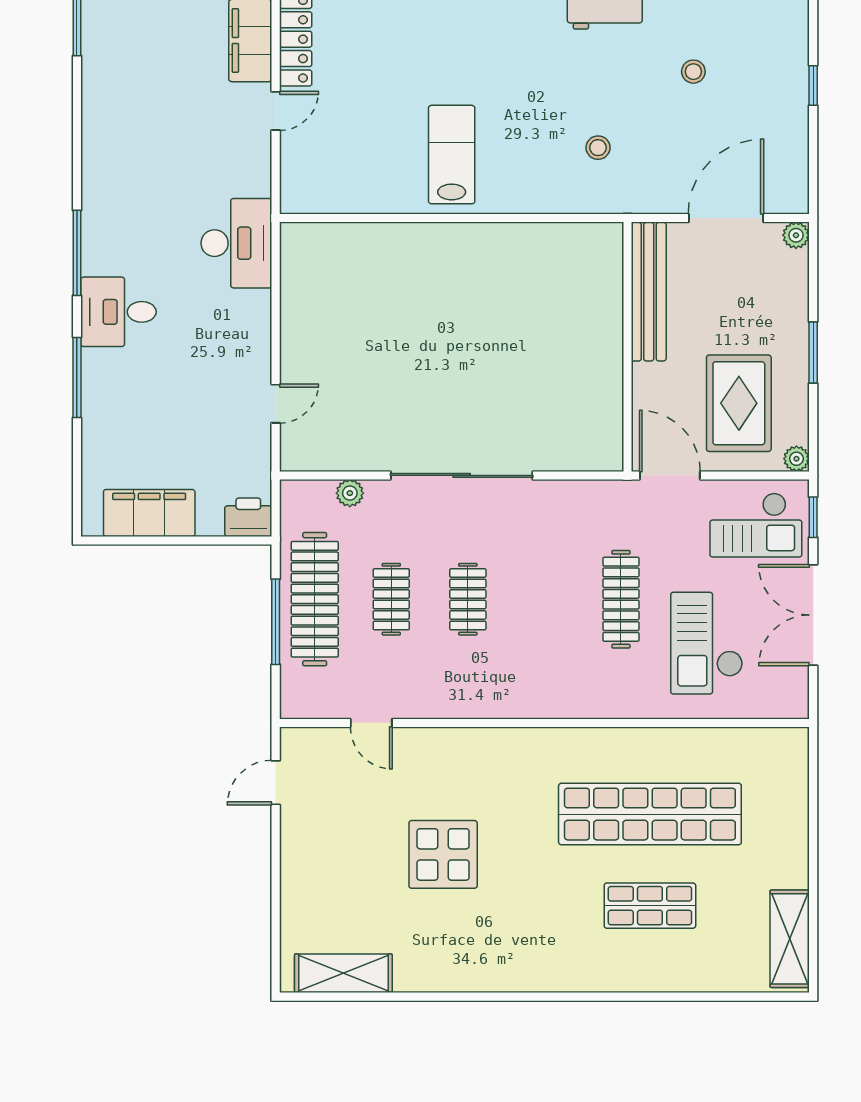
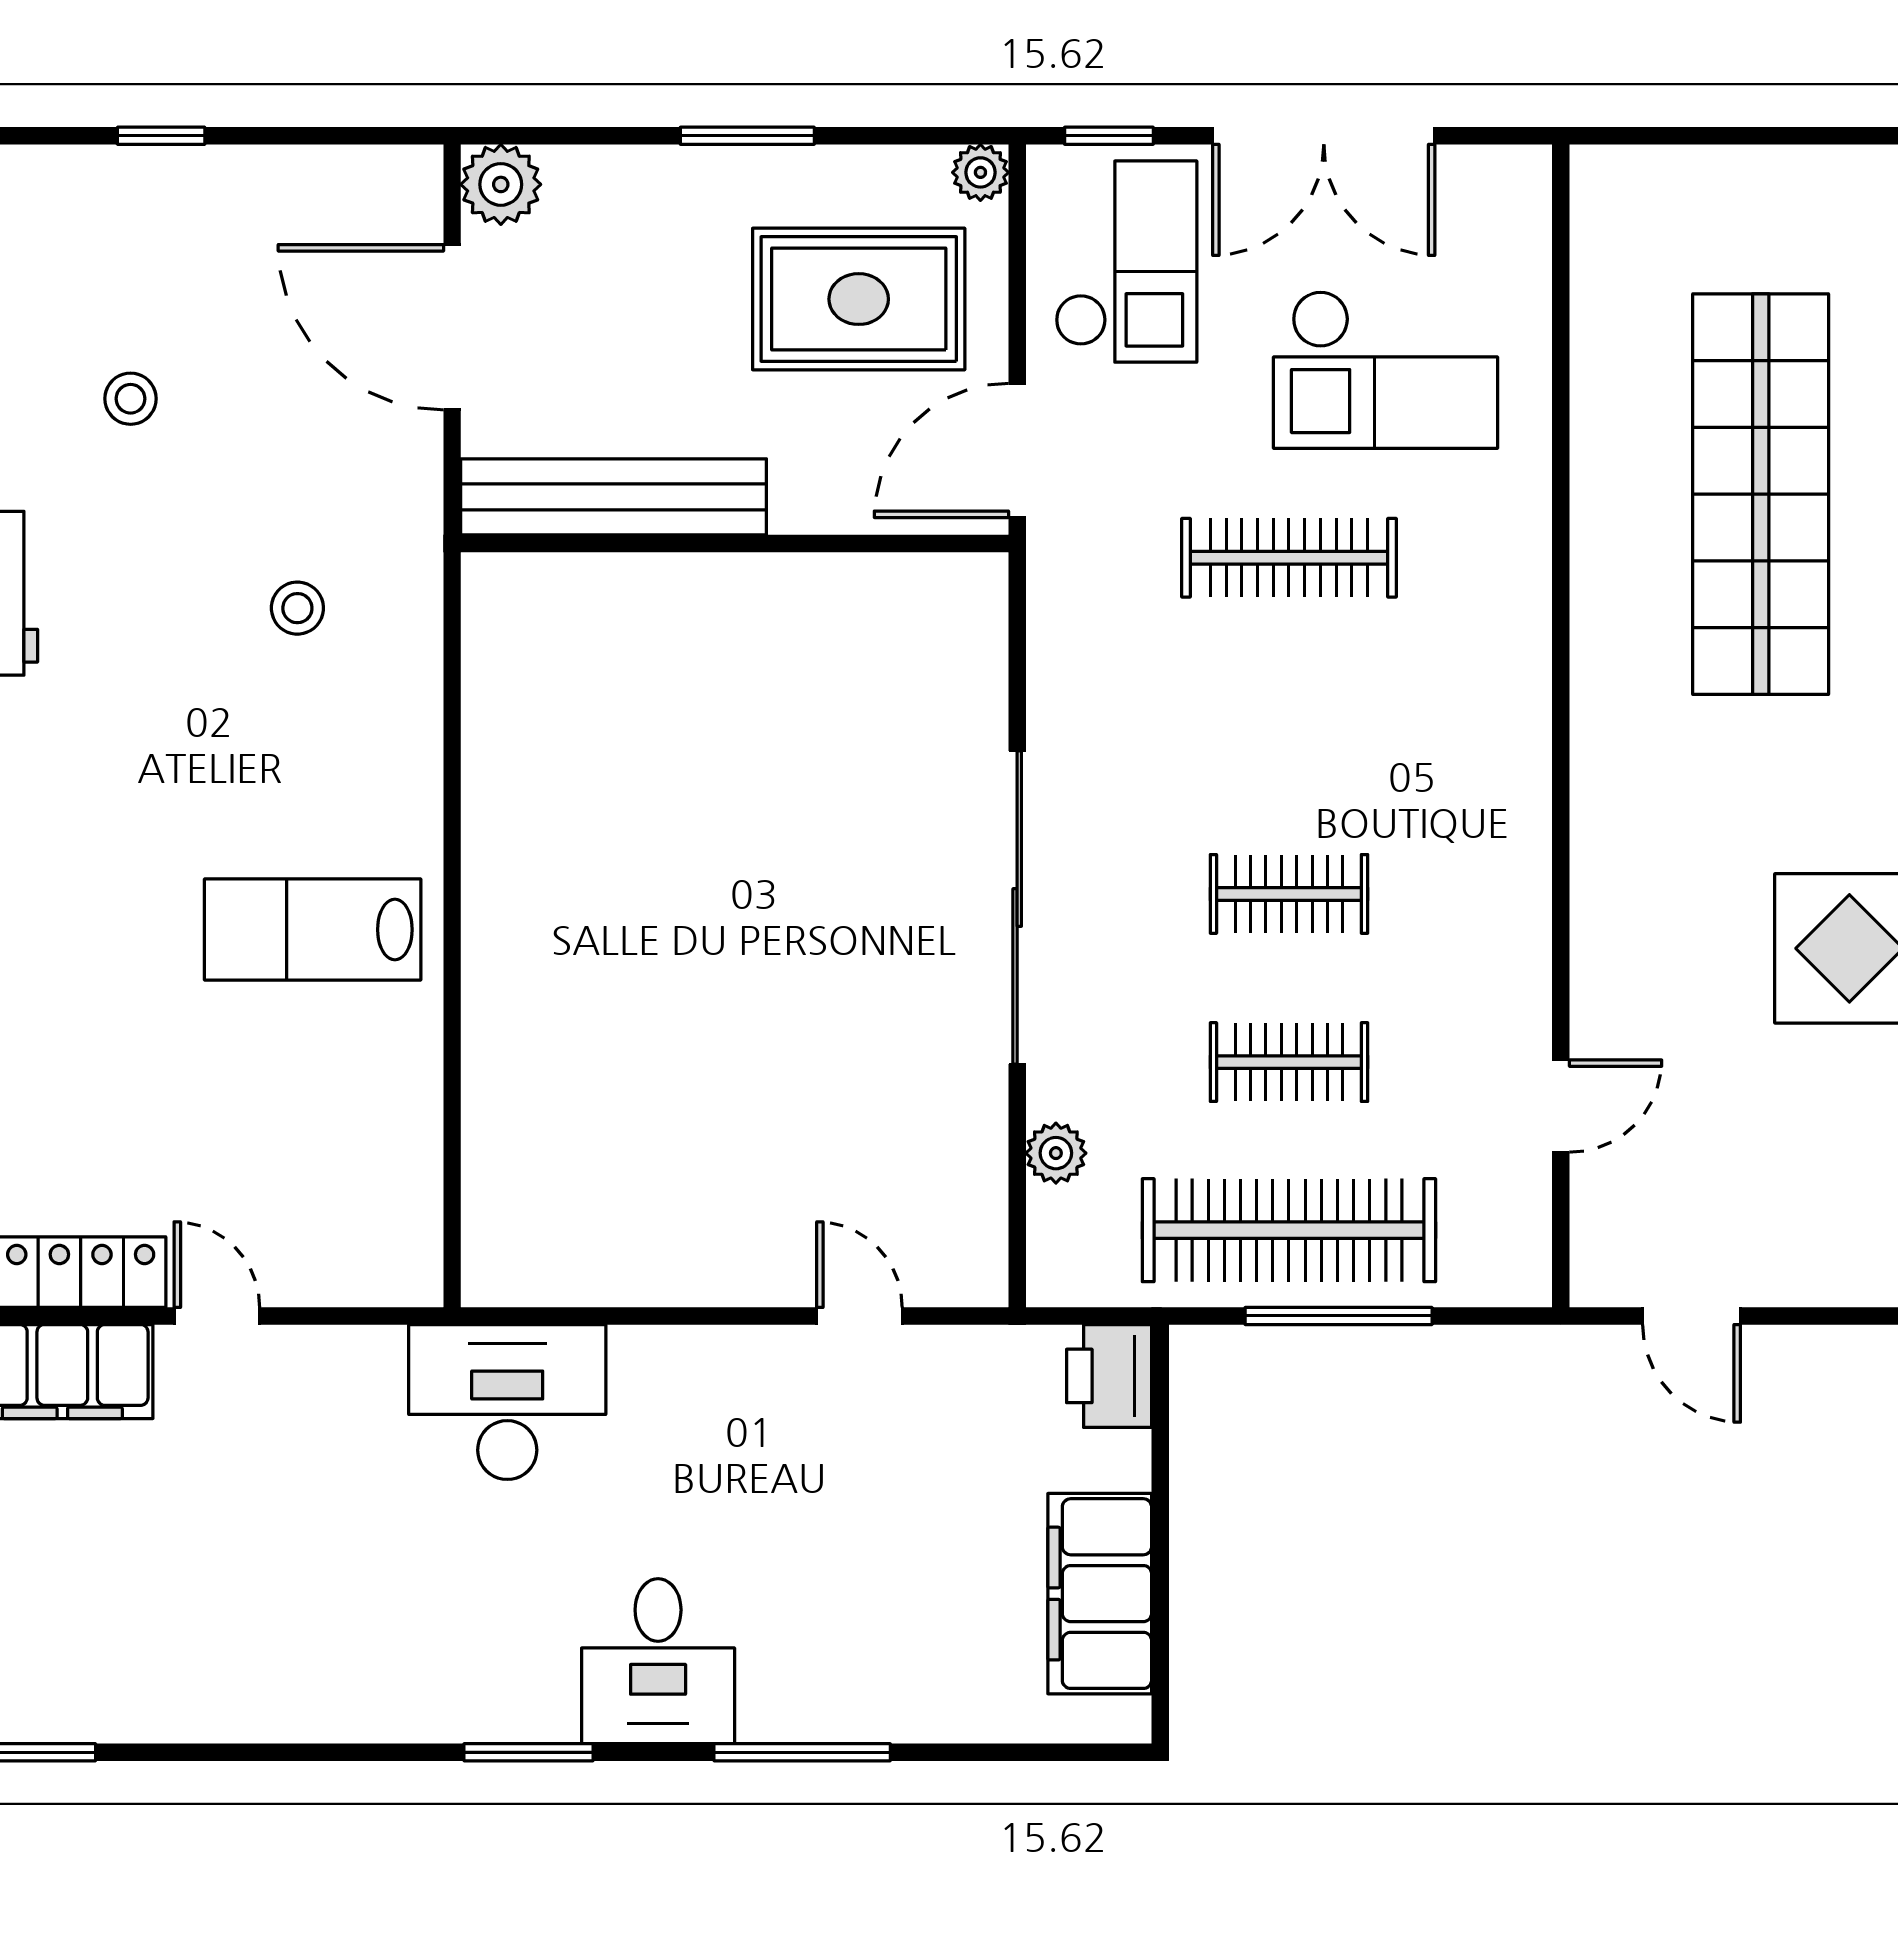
plant: (796, 235) -> (501, 184), width x1.38, depth x1.38
window: (77, 253) -> (529, 1752), width x0.69

